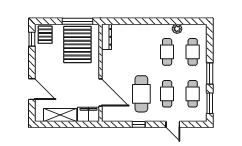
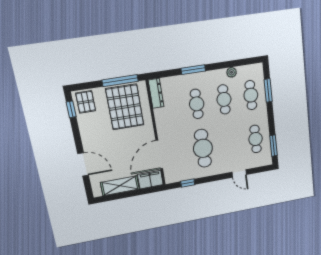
window: (143, 21) -> (193, 70), added
window: (210, 73) -> (268, 91), moved
door: (100, 92) -> (159, 155), swing flipped
cafe table: (167, 94) -> (197, 104), moved
window: (139, 124) -> (188, 183), moved

